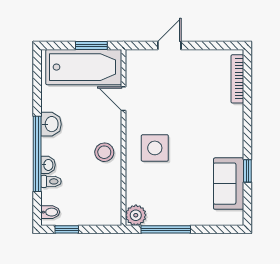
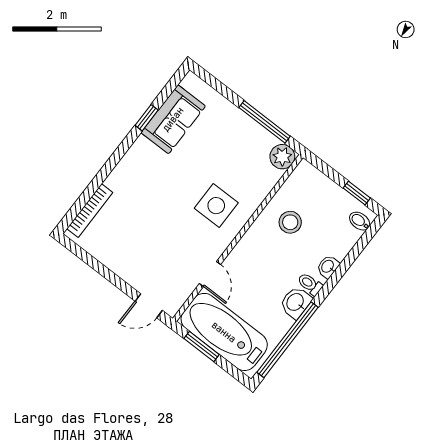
door: (169, 46) -> (149, 306), moved
stool: (104, 152) -> (290, 222), moved
window: (37, 154) -> (288, 340), moved
toilet: (51, 181) -> (310, 284), moved

